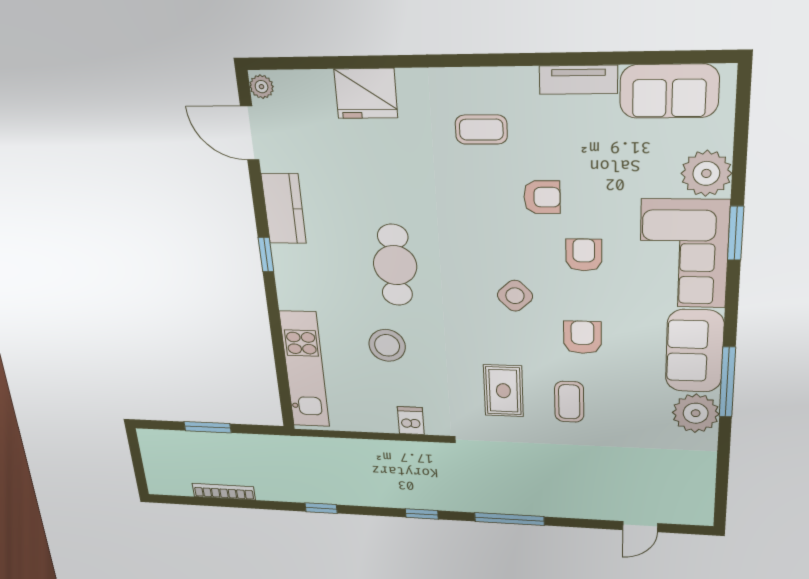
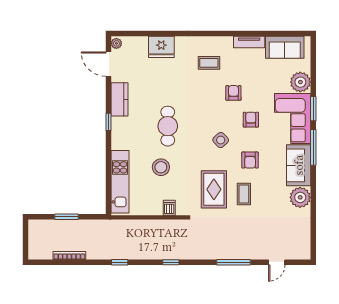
armchair: (542, 197) -> (233, 93), turned -90
armchair: (582, 337) -> (250, 160), turned 180
window: (727, 382) -> (313, 147), moved
rug: (503, 391) -> (214, 189), width x1.36, depth x1.43
window: (509, 519) -> (234, 262), moved

